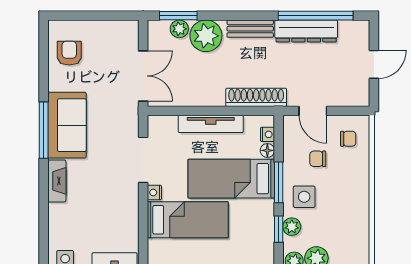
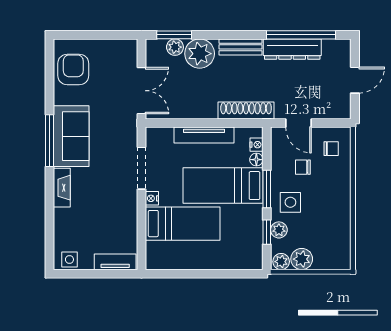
armchair: (69, 53) -> (73, 69), width x1.38, depth x1.38

